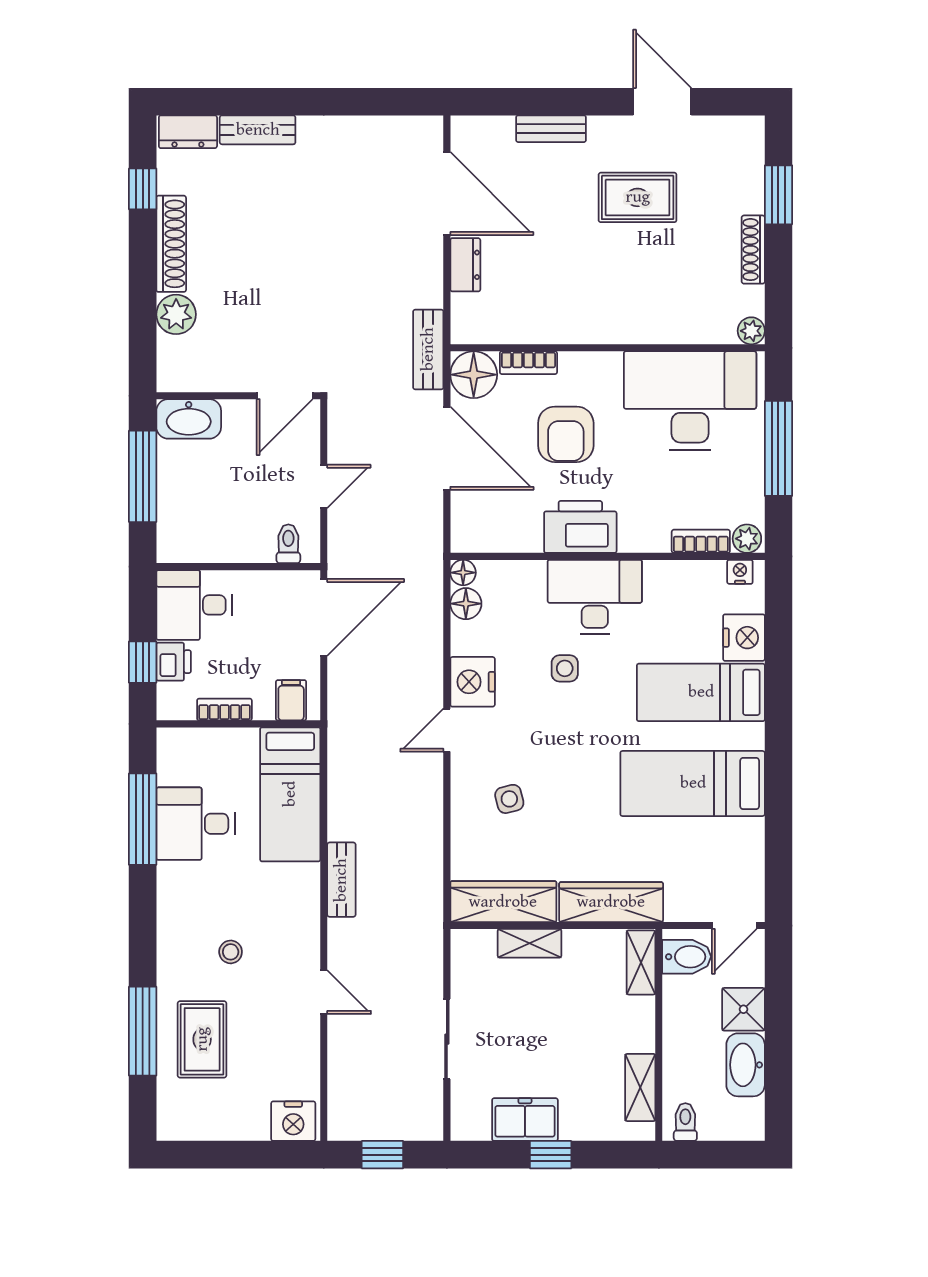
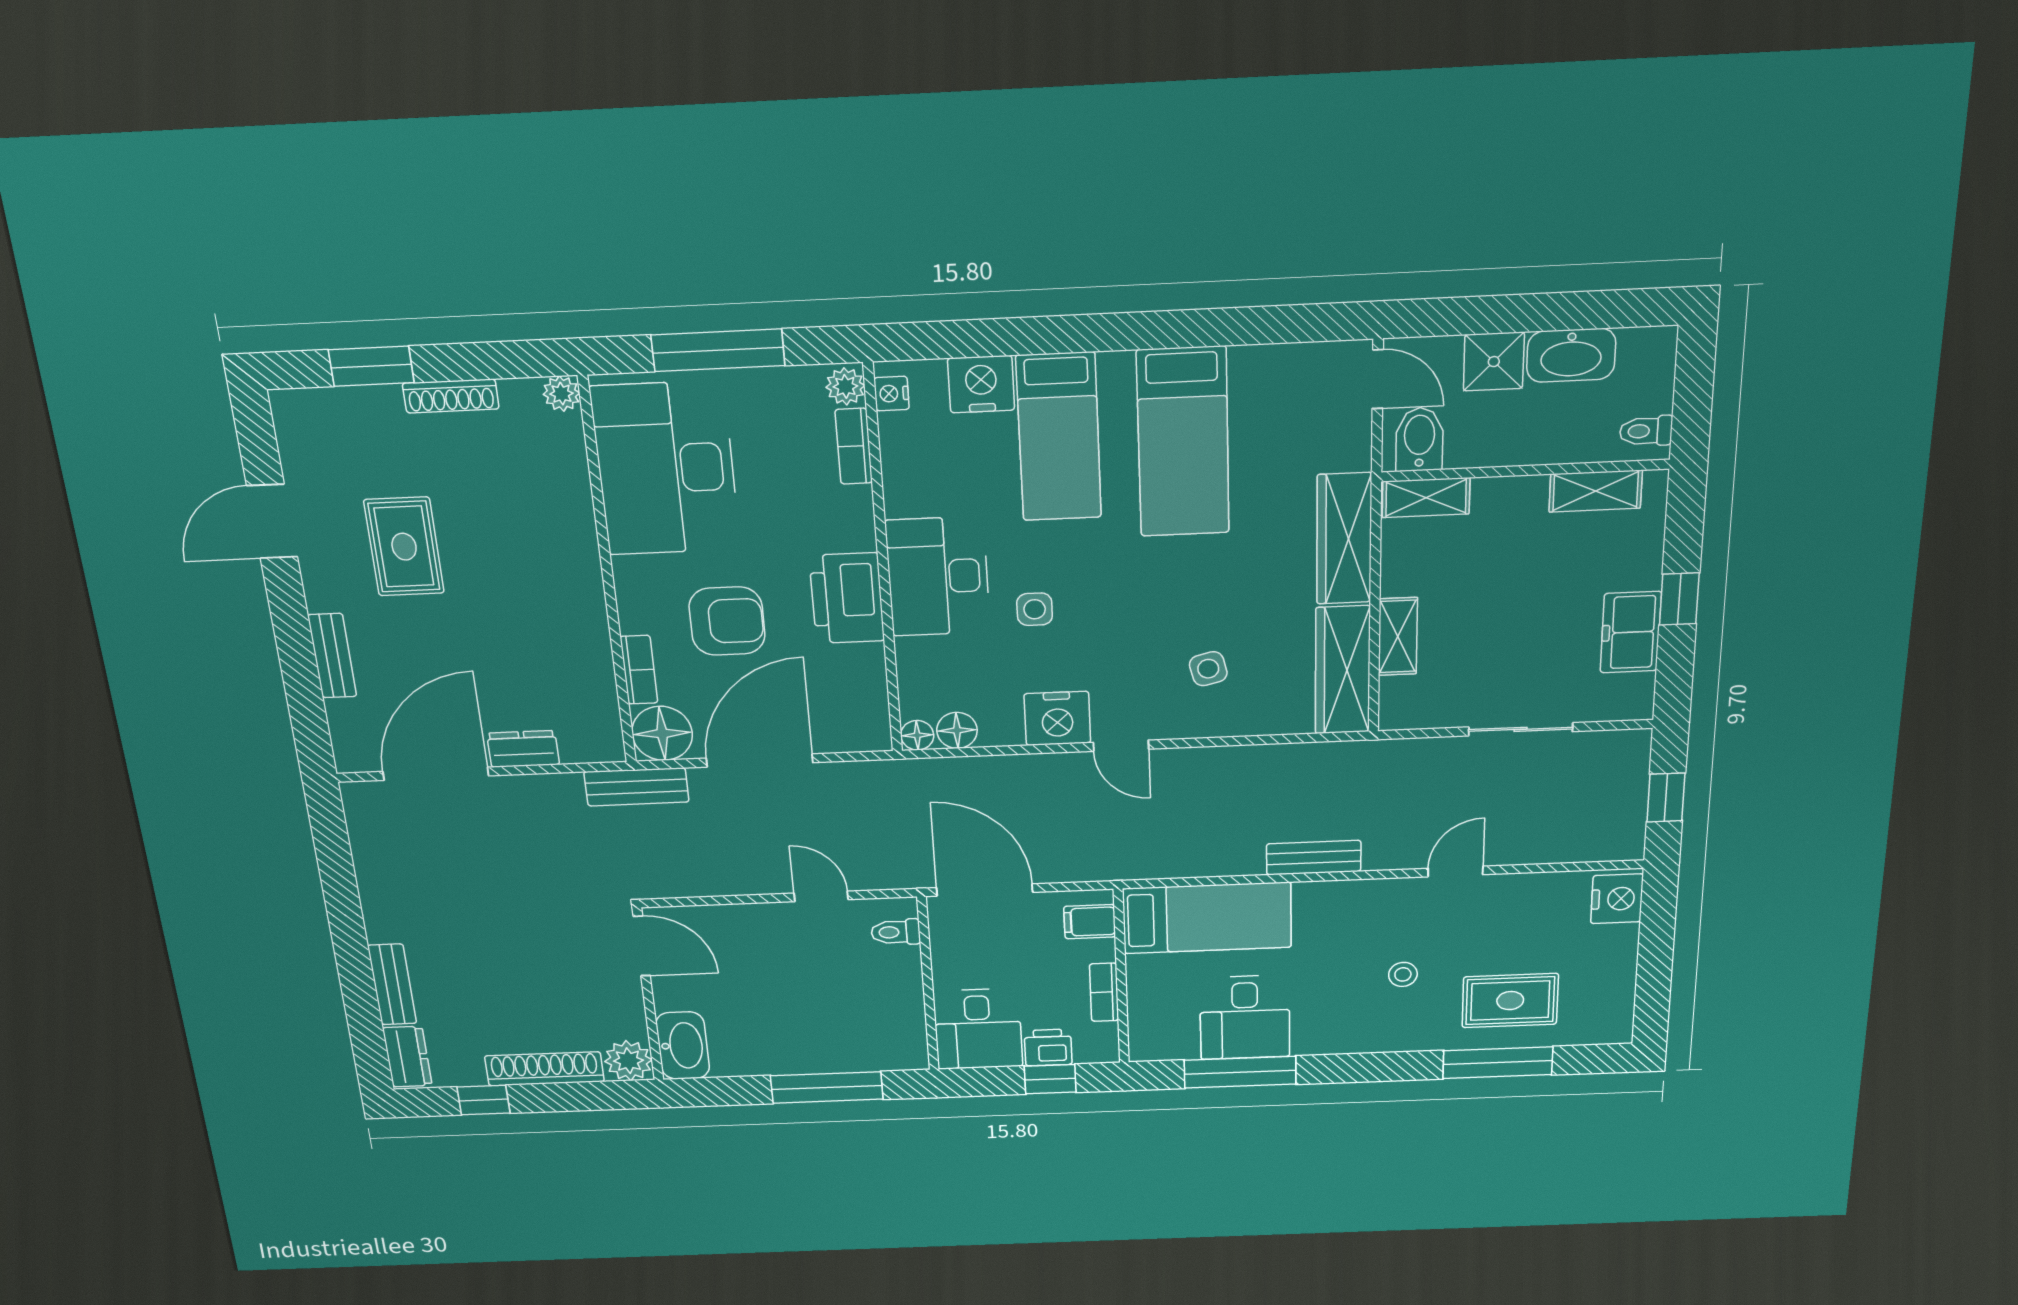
wall: (238, 396) -> (648, 995), moved
door: (285, 396) -> (642, 946), moved
washbasin: (189, 419) -> (683, 1046), moved

